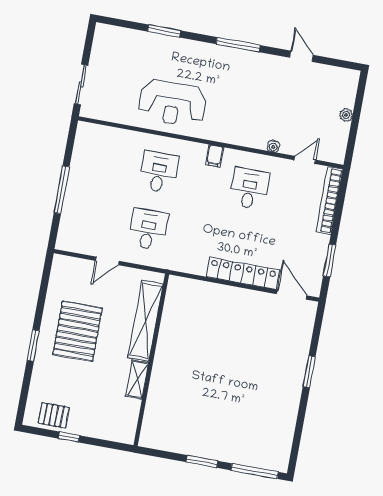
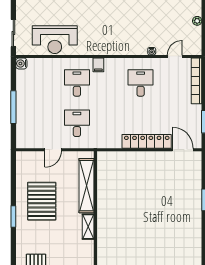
reception desk: (172, 103) -> (55, 40), moved
water cooler: (84, 130) -> (21, 64), added
filing cabinet: (215, 156) -> (98, 65), moved

